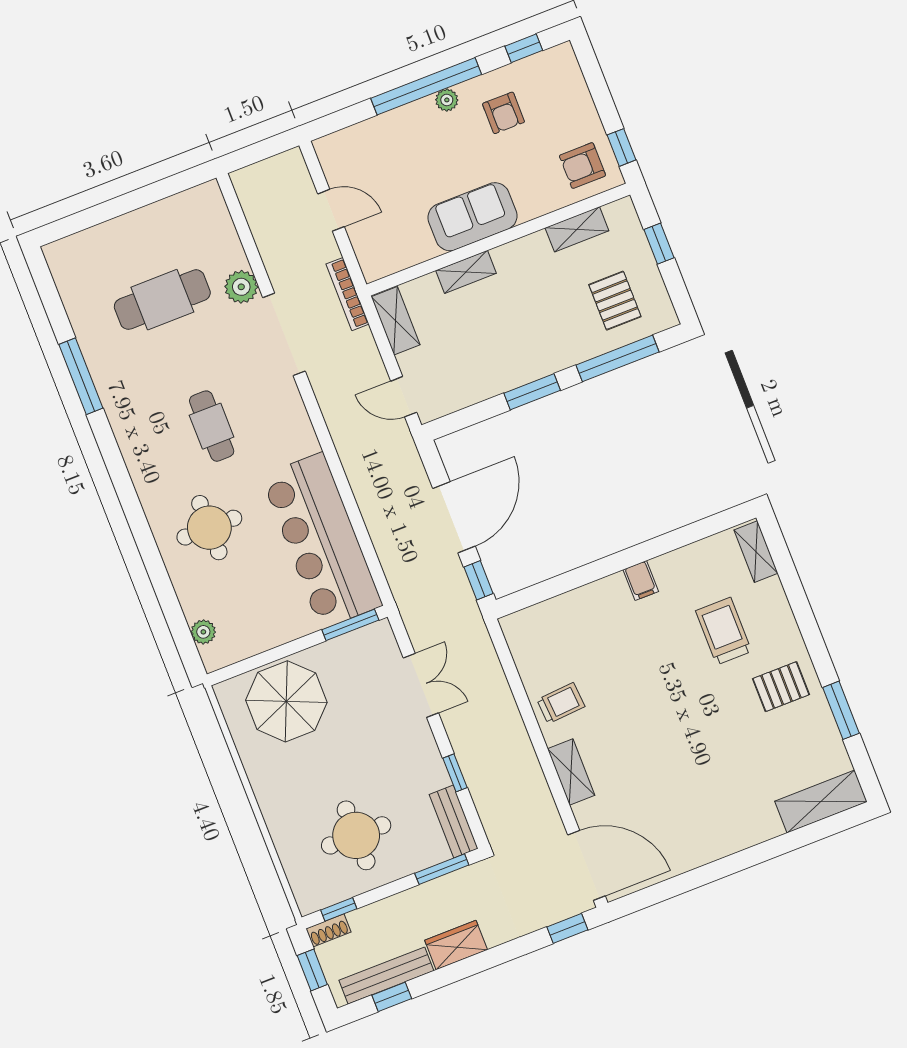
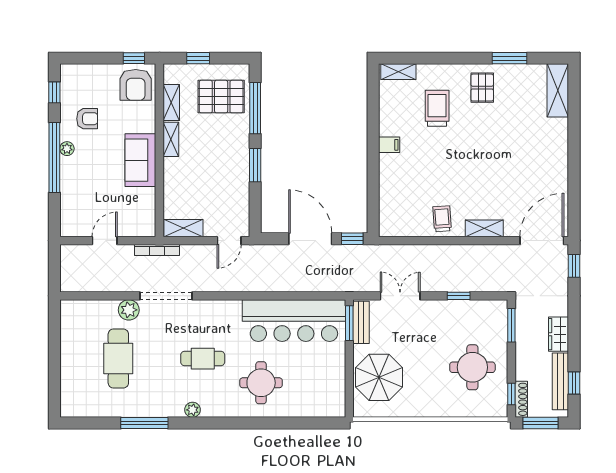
armchair: (582, 166) -> (136, 85), width x1.38, depth x1.38
shelving: (466, 272) -> (171, 139), moved
pallet: (615, 301) -> (221, 97), width x1.50, depth x1.42
trolley: (724, 631) -> (437, 108), turned 90
plant: (203, 632) -> (193, 410), moved
bench: (454, 822) -> (361, 322), moved, turned 90
shoe rack: (328, 930) -> (521, 399), width x1.43
window: (312, 970) -> (541, 423), width x1.50

